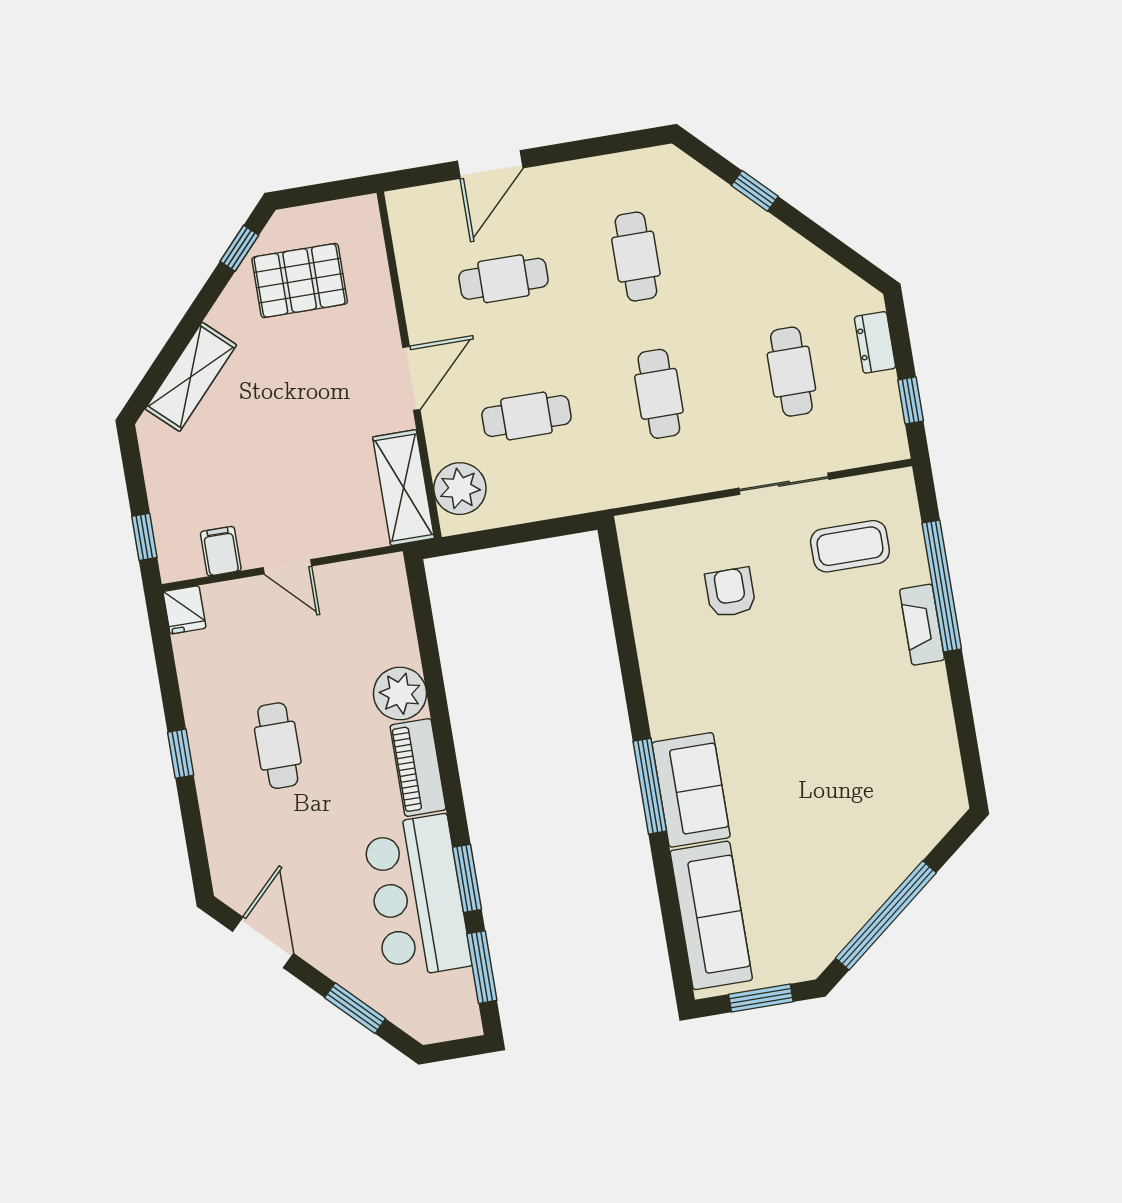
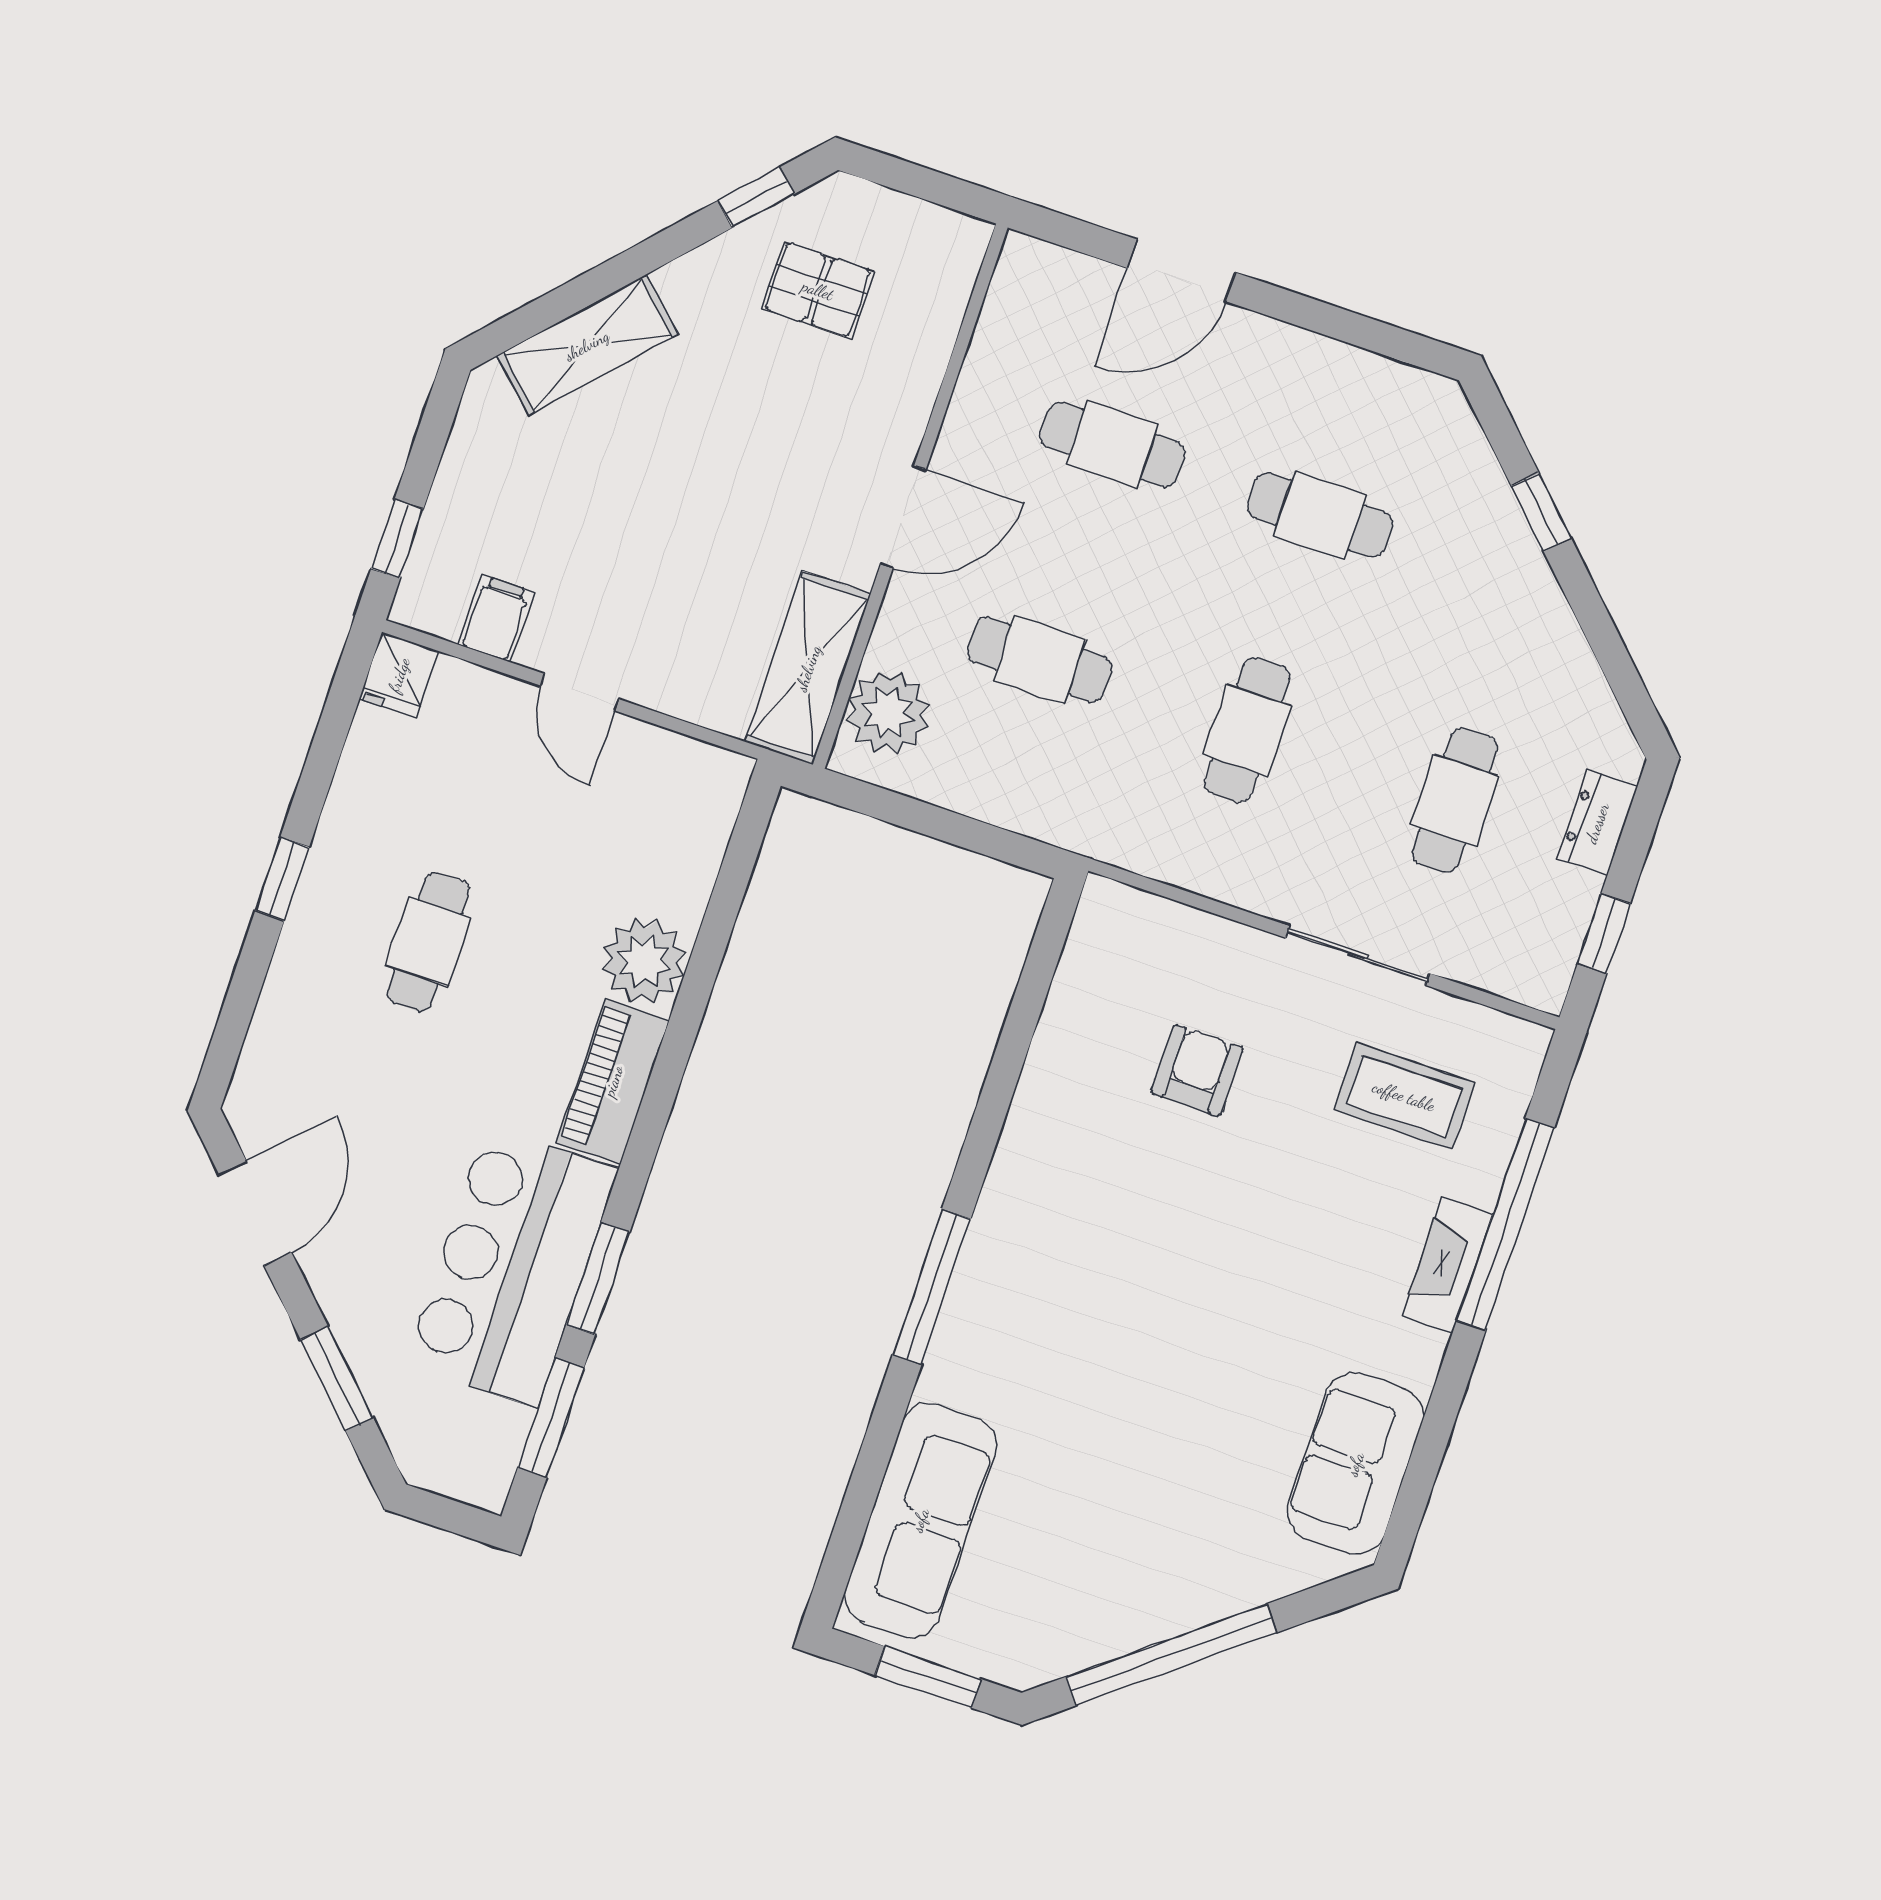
cafe table: (636, 257) -> (1320, 515), turned 90
pallet: (300, 280) -> (818, 290), width x0.67, depth x0.71
sofa: (691, 790) -> (1355, 1464), moved, turned 180

